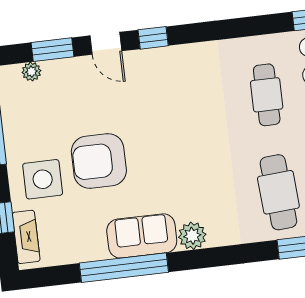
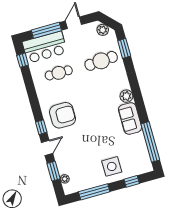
armchair: (99, 161) -> (63, 115), moved, turned -90
fireplace: (26, 237) -> (138, 170), removed
window: (124, 268) -> (150, 142), moved

